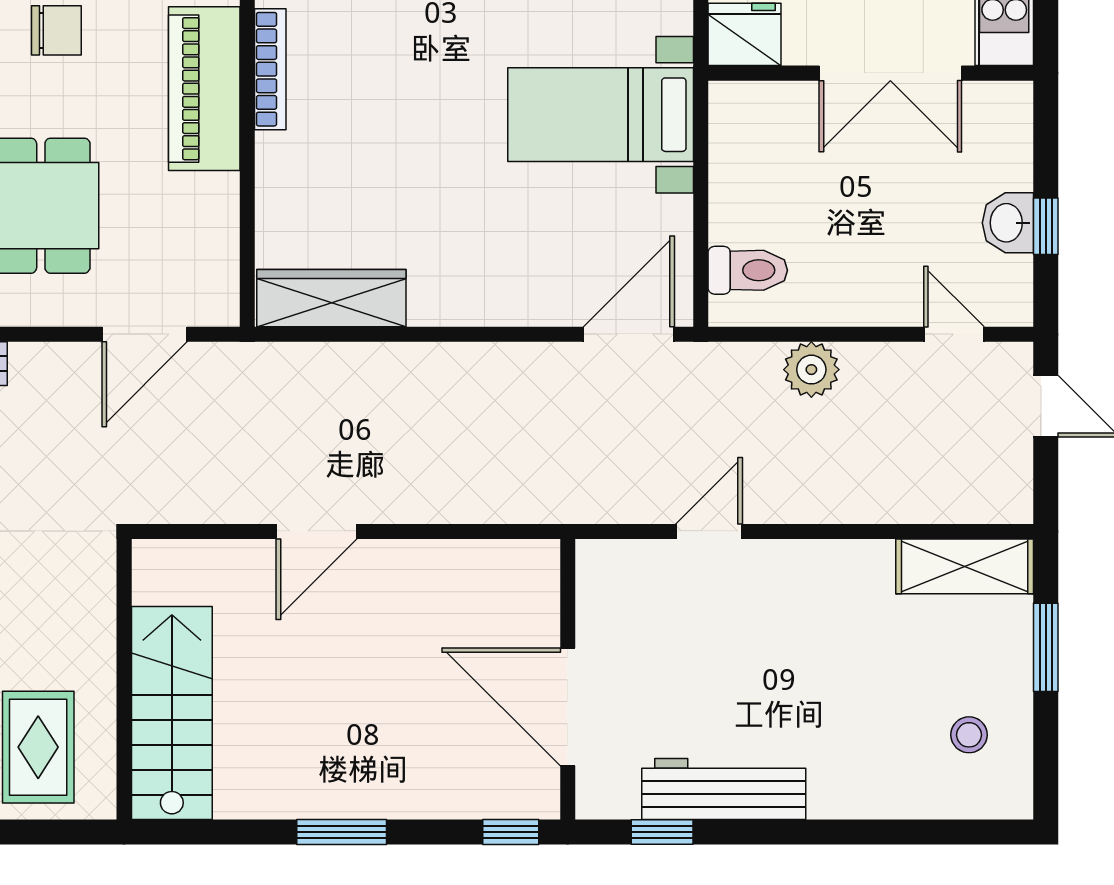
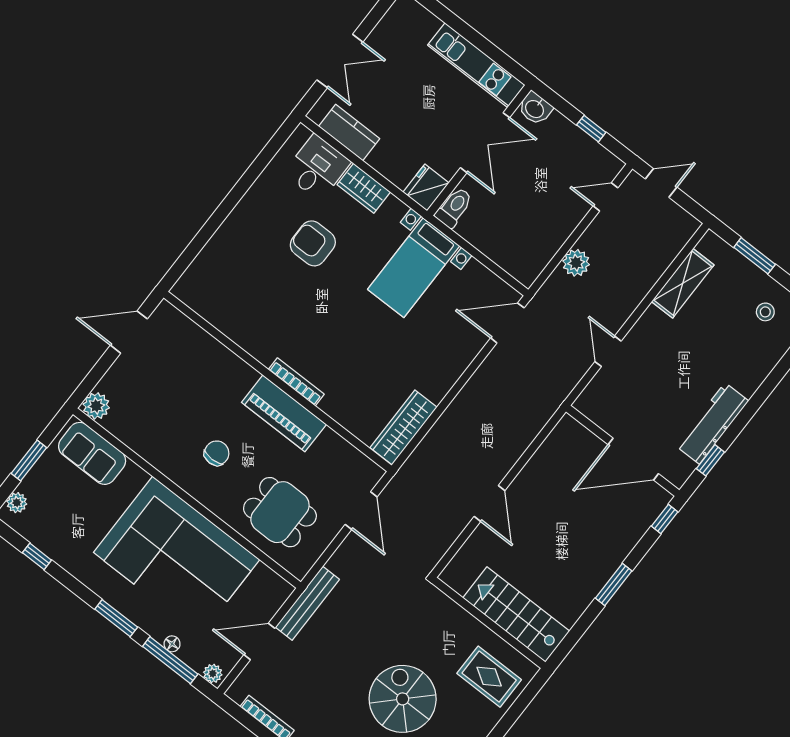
washbasin: (1008, 223) -> (535, 108), moved
toilet: (748, 270) -> (454, 207), moved
door: (629, 334) -> (507, 323), hinge flipped
shelving: (965, 566) -> (683, 283), moved

